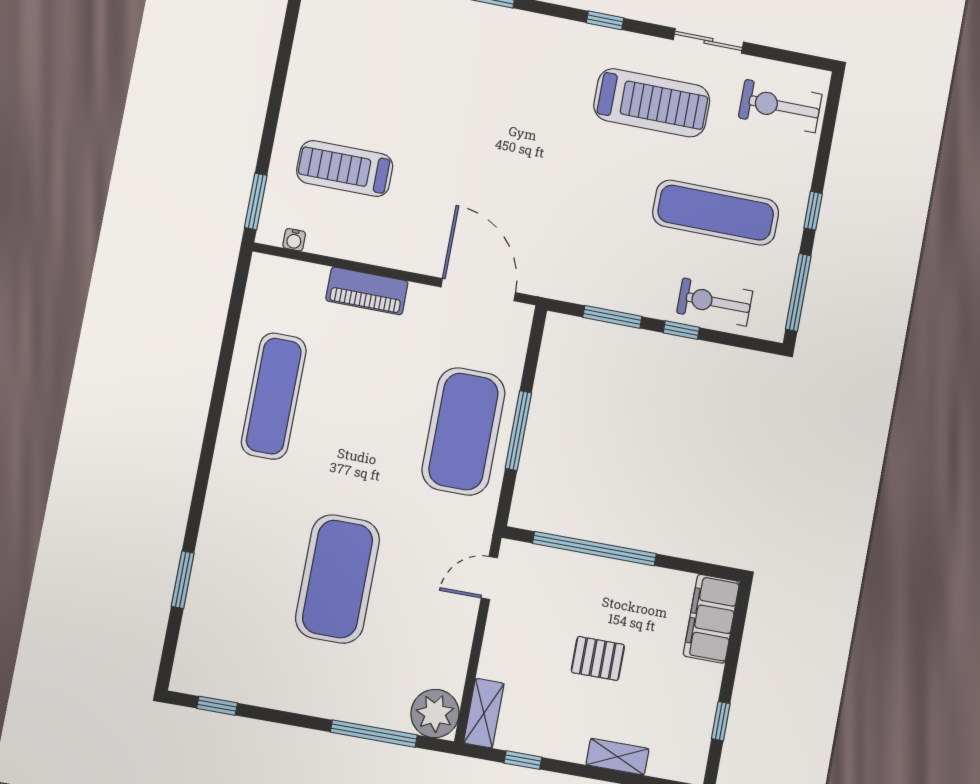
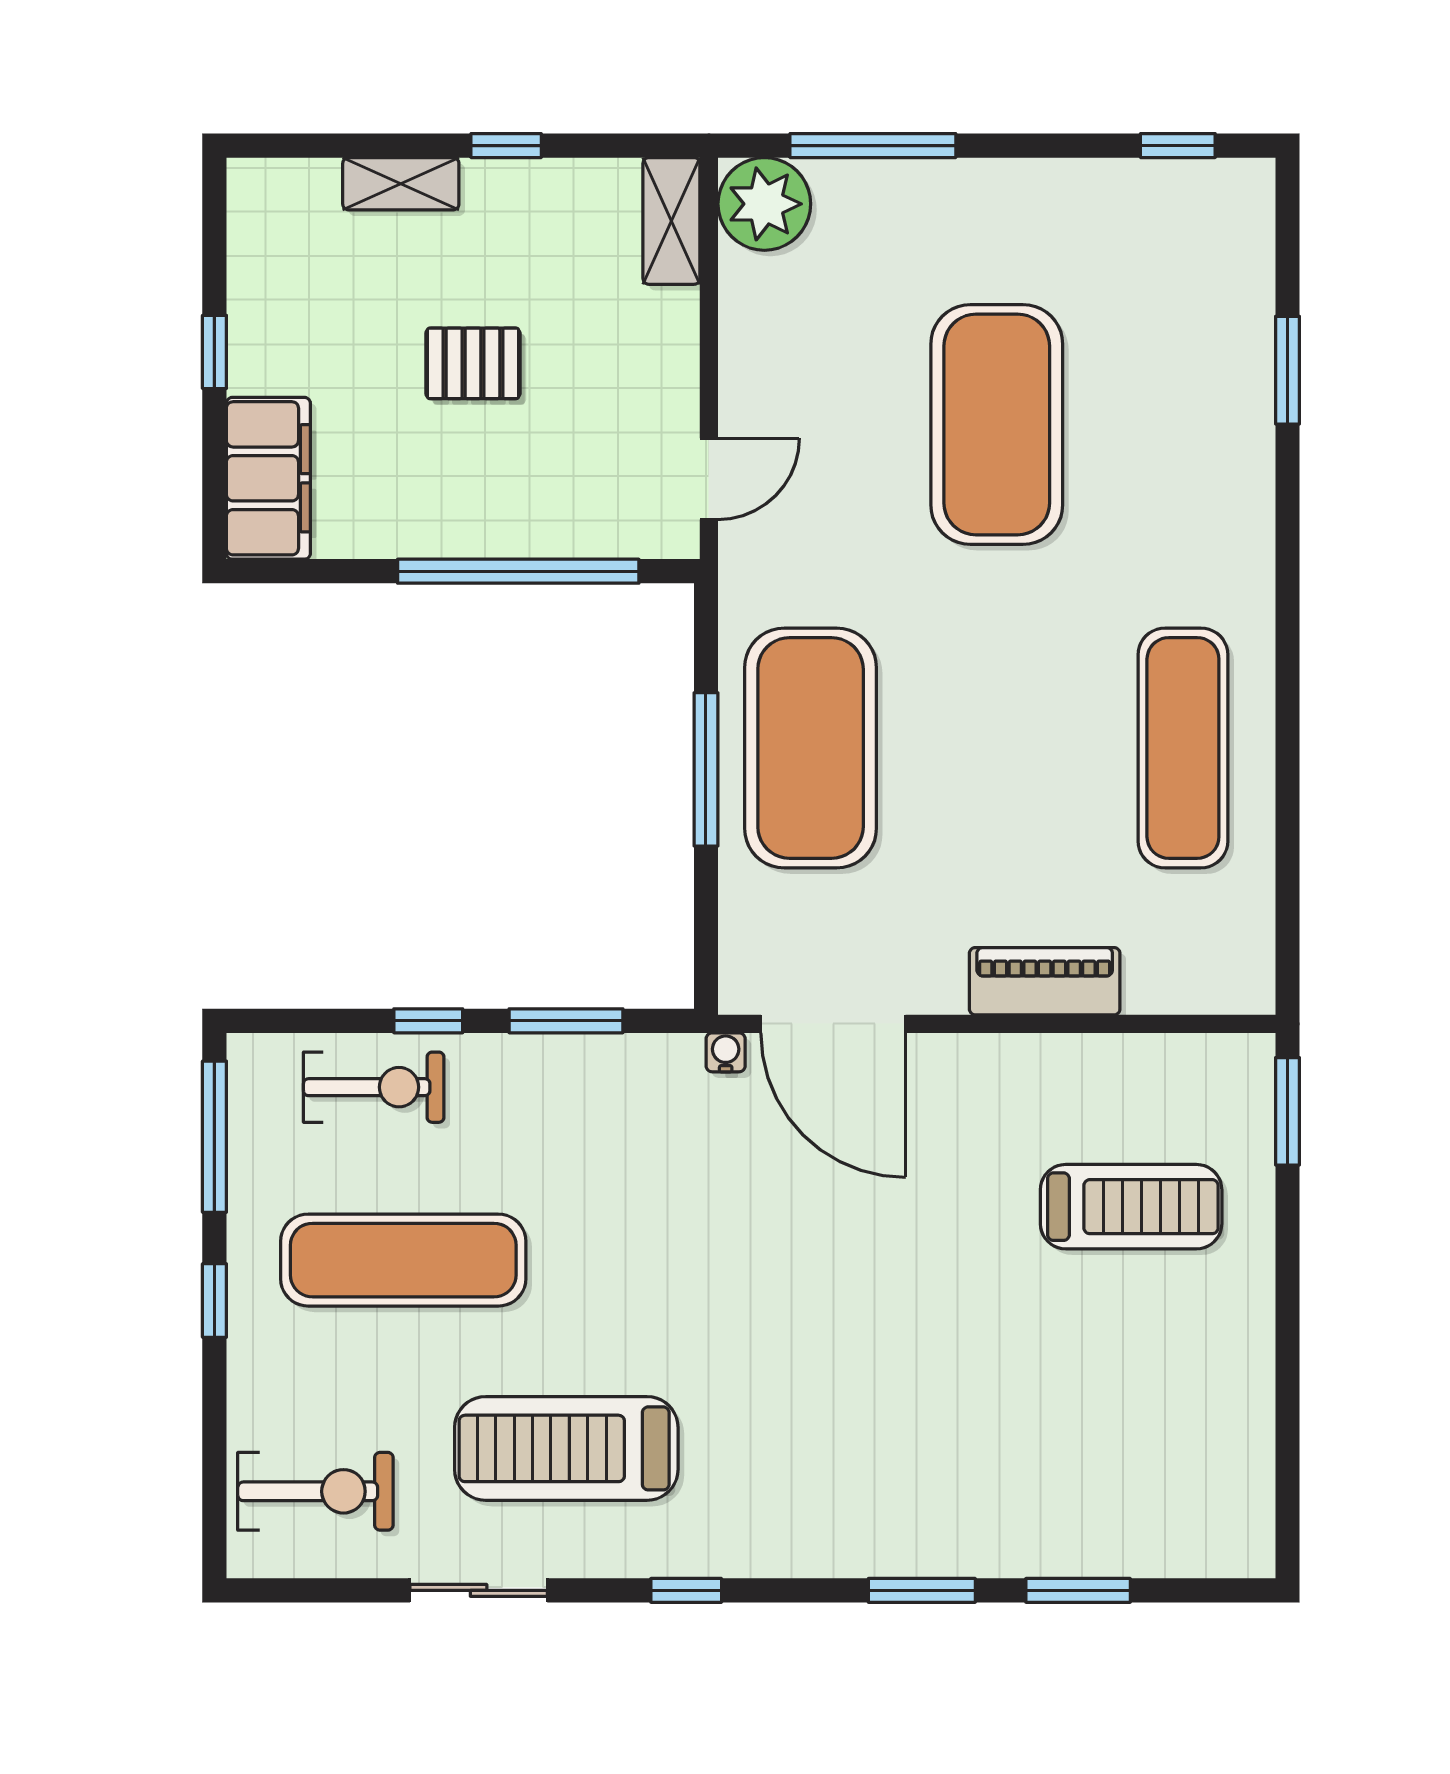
water cooler: (294, 240) -> (726, 1052), moved
window: (721, 721) -> (214, 352), moved
window: (523, 760) -> (506, 146), moved

